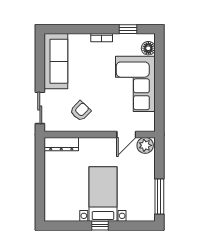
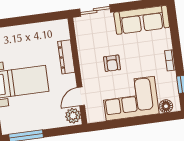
armchair: (80, 111) -> (112, 63), moved, turned 46
door: (126, 134) -> (81, 96), hinge flipped
dresser: (61, 144) -> (66, 57), moved

